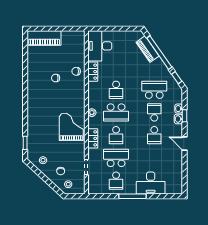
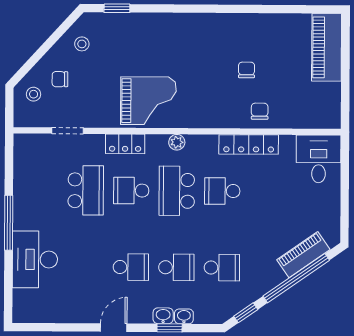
desk: (100, 46) -> (319, 159), width x0.73
locker: (93, 72) -> (249, 144), width x1.53
school desk: (154, 90) -> (222, 268), width x0.54
school desk: (154, 135) -> (131, 267), turned 180
school desk: (116, 181) -> (40, 190), removed

